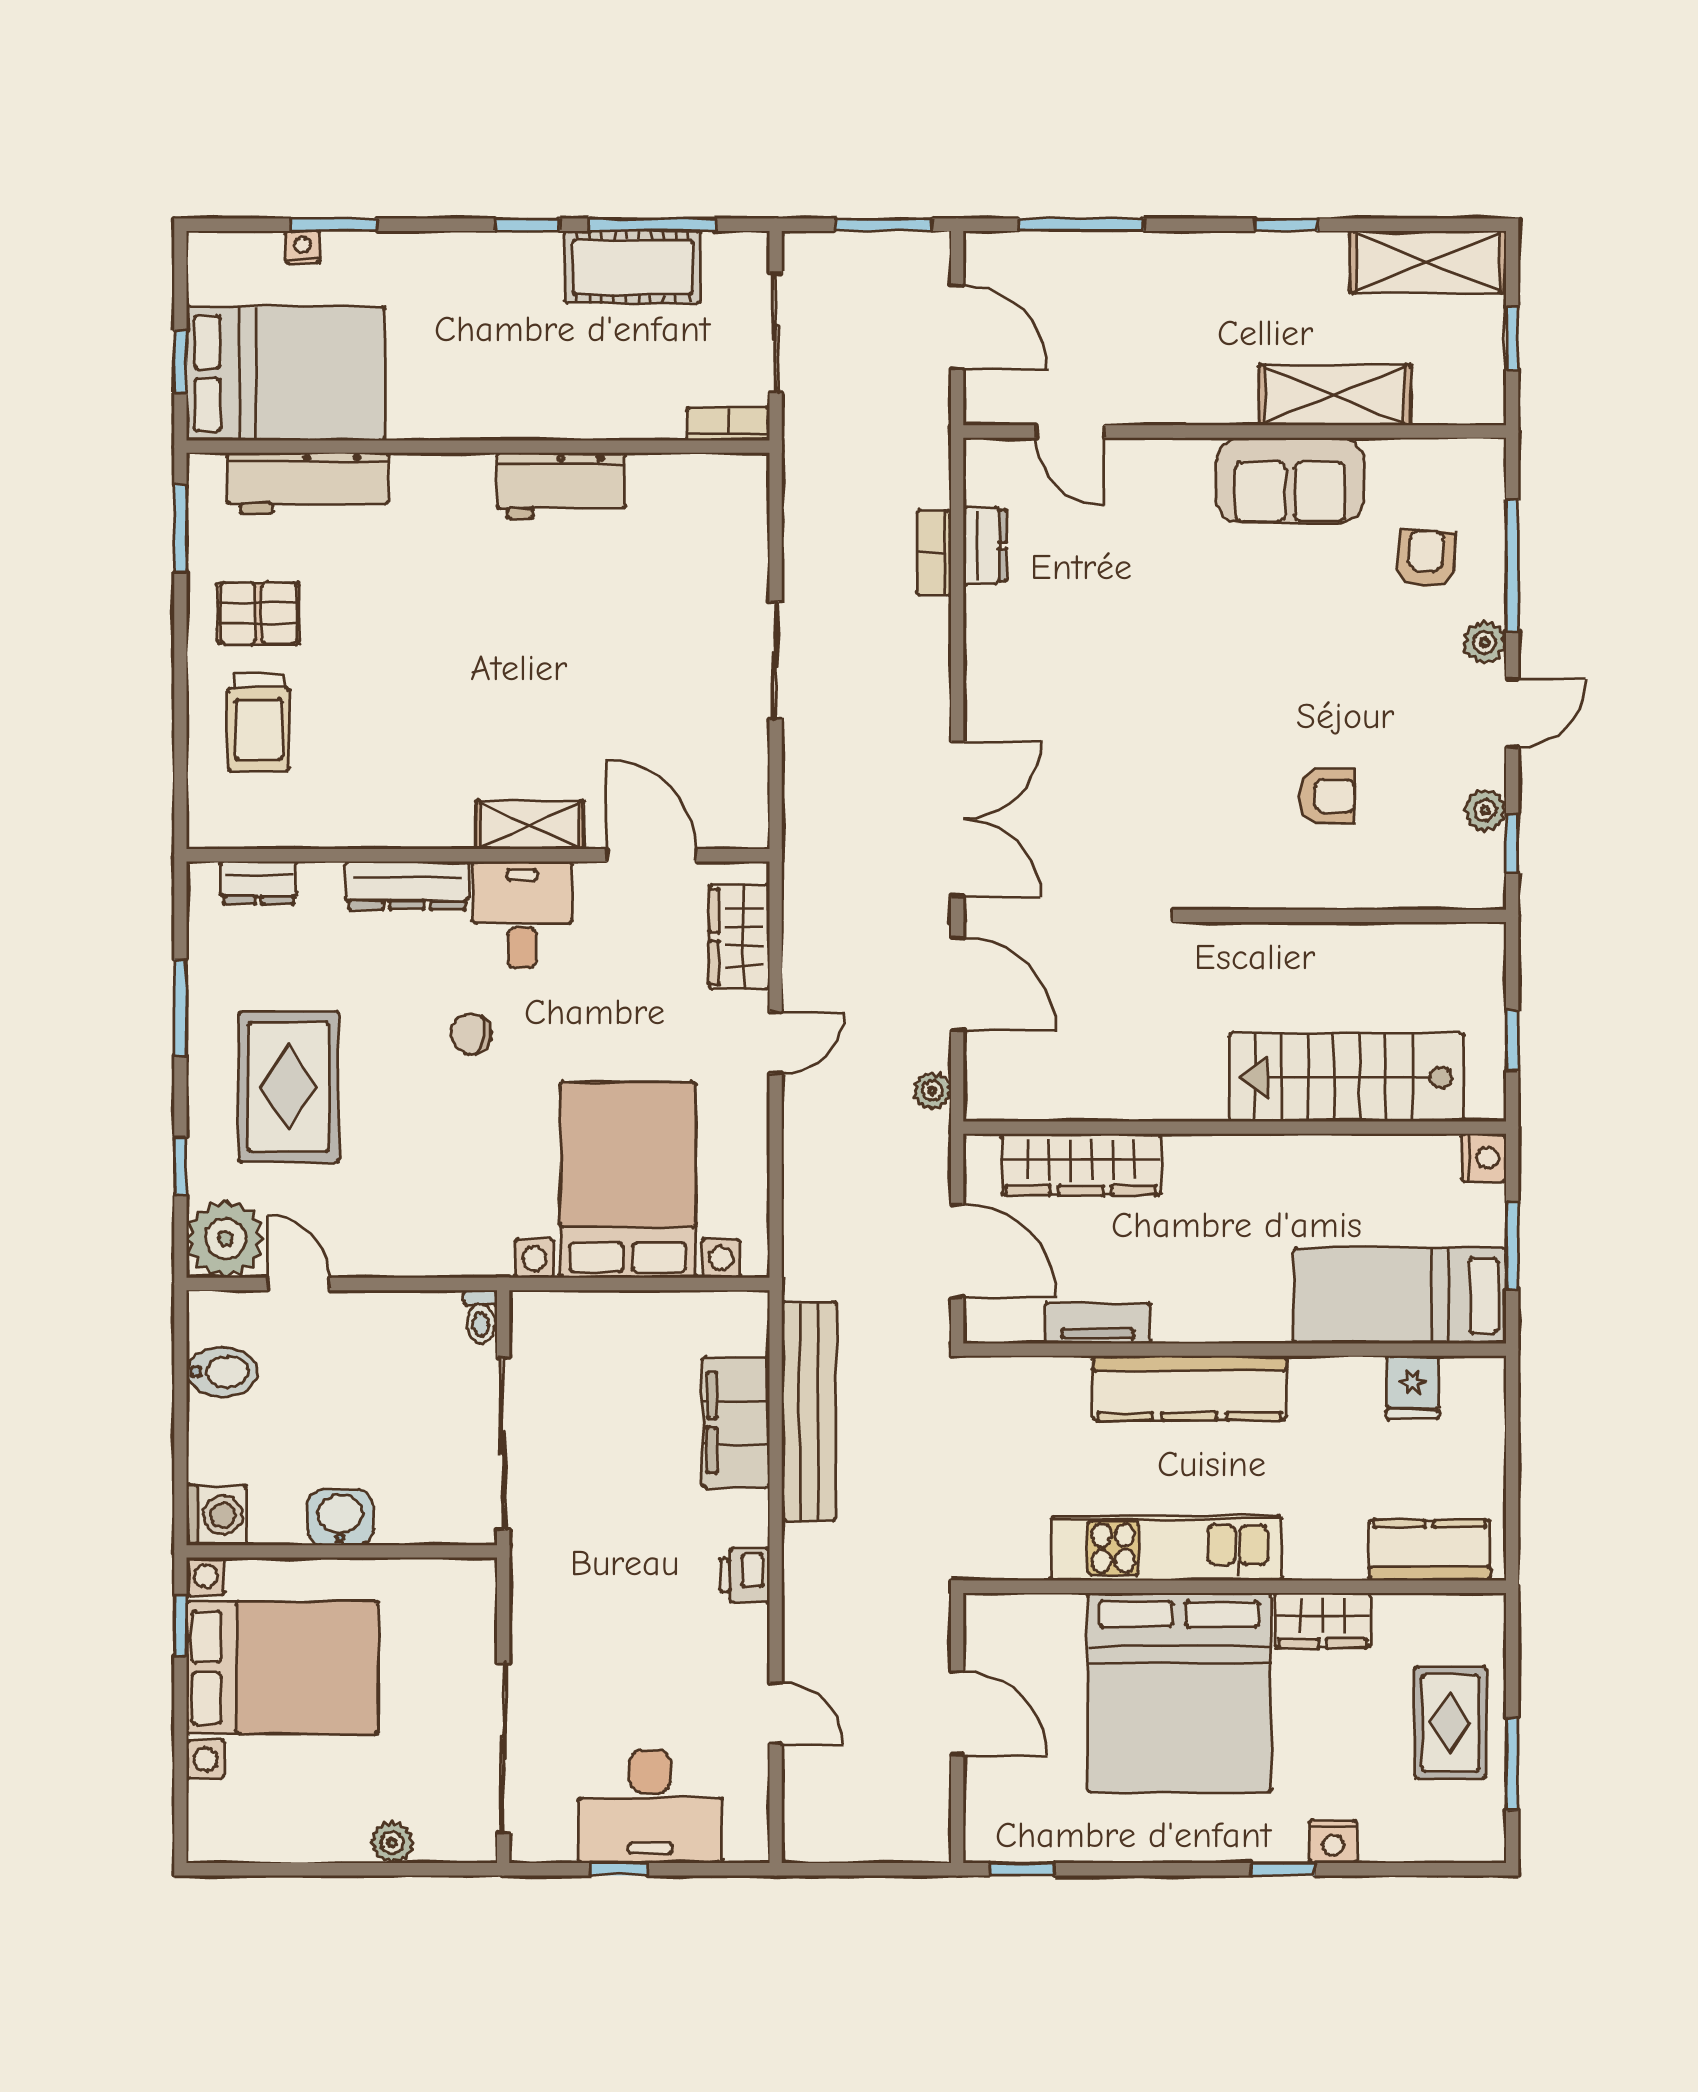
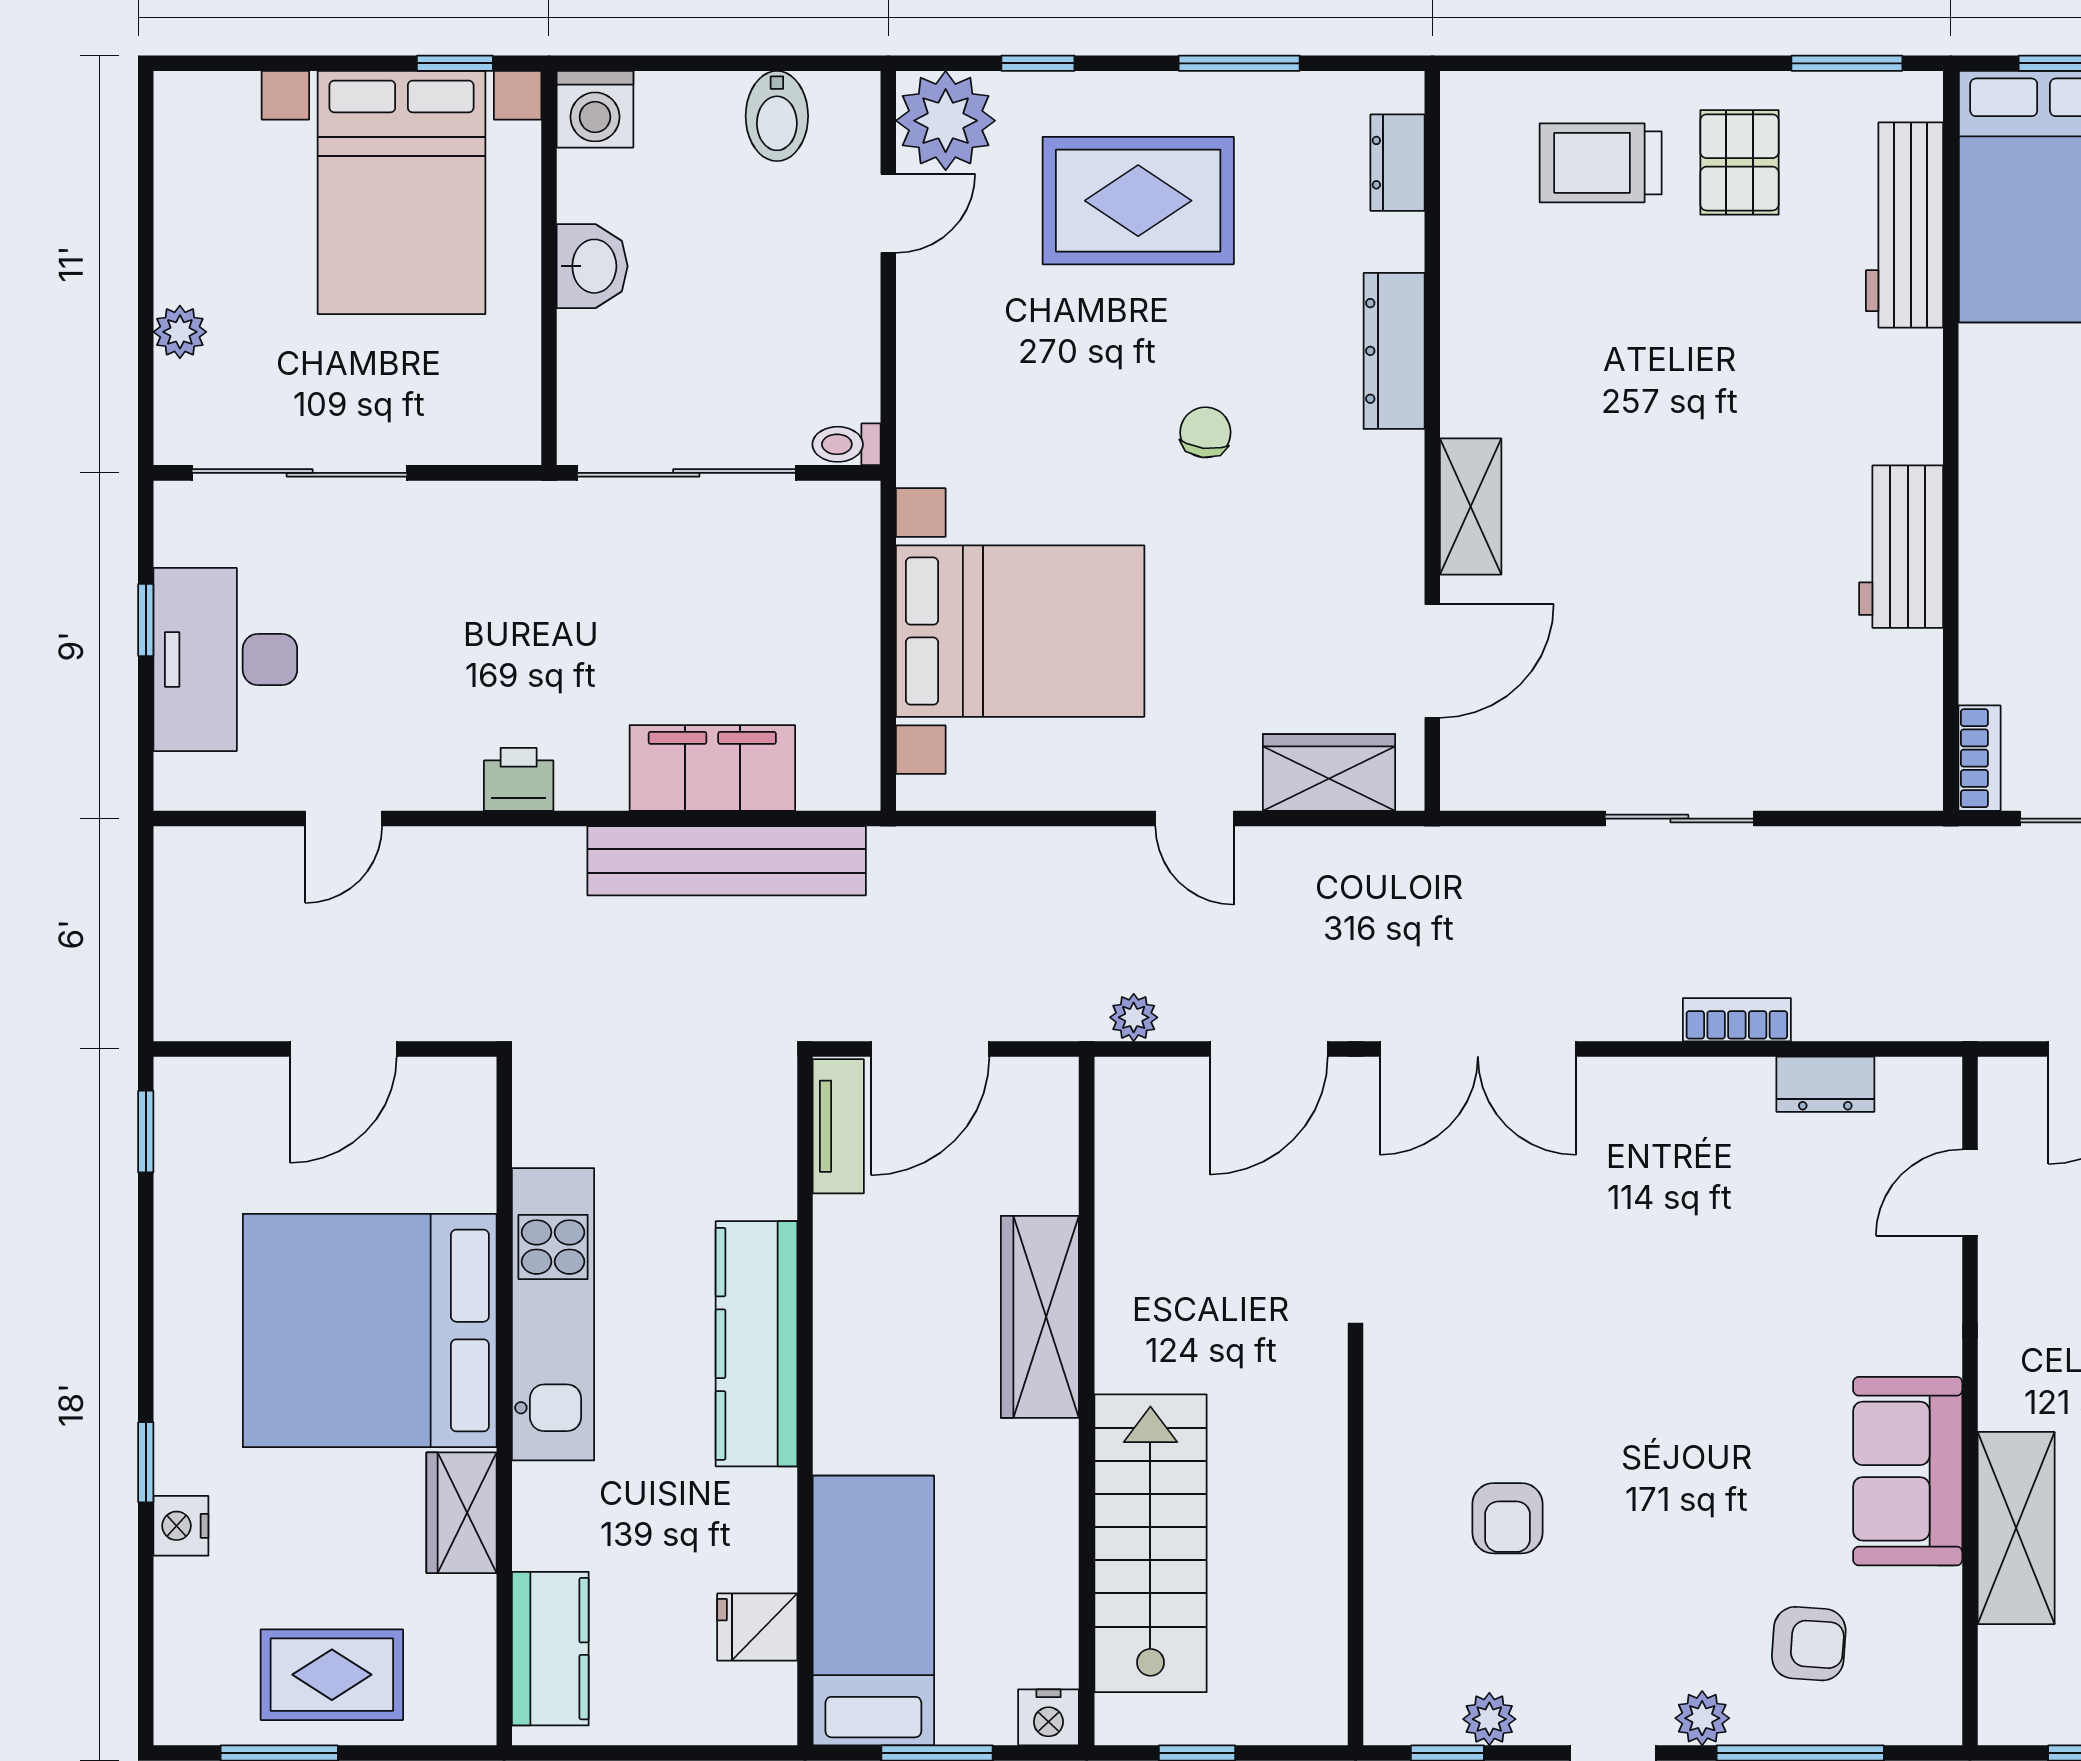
bookcase: (934, 553) -> (1737, 1020), moved
desk: (522, 915) -> (1357, 497), removed
wardrobe: (1081, 1165) -> (1040, 1317), moved
tv unit: (1098, 1323) -> (838, 1126), moved

